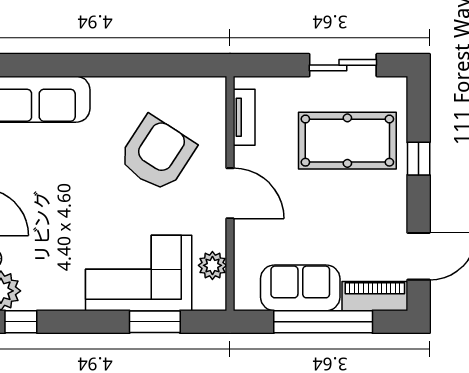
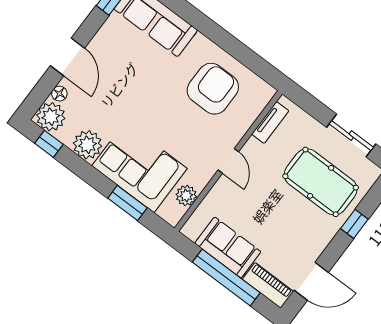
armchair: (157, 154) -> (213, 89), moved, turned -33
door: (230, 193) -> (228, 161), width x0.73
plant: (64, 291) -> (88, 145), added

